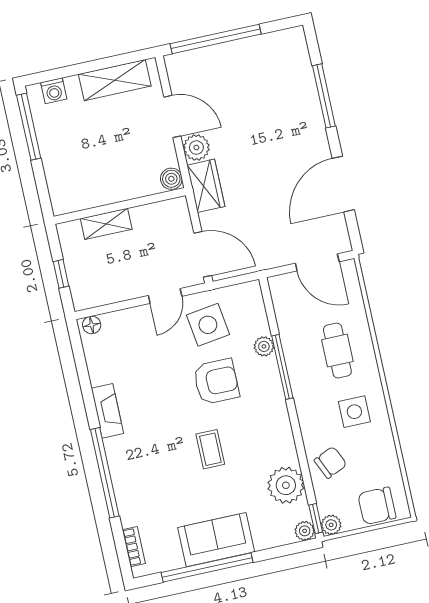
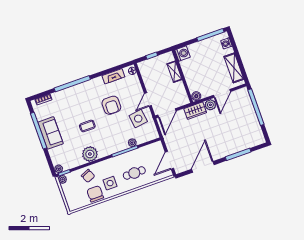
door: (343, 184) -> (203, 167), hinge flipped
washing machine: (65, 199) -> (183, 53), added
door: (165, 296) -> (148, 100), hinge flipped
armchair: (216, 382) -> (111, 105), moved
fireplace: (107, 411) -> (113, 76), moved
plant: (286, 485) -> (90, 154), moved
chair: (377, 506) -> (95, 194), moved

